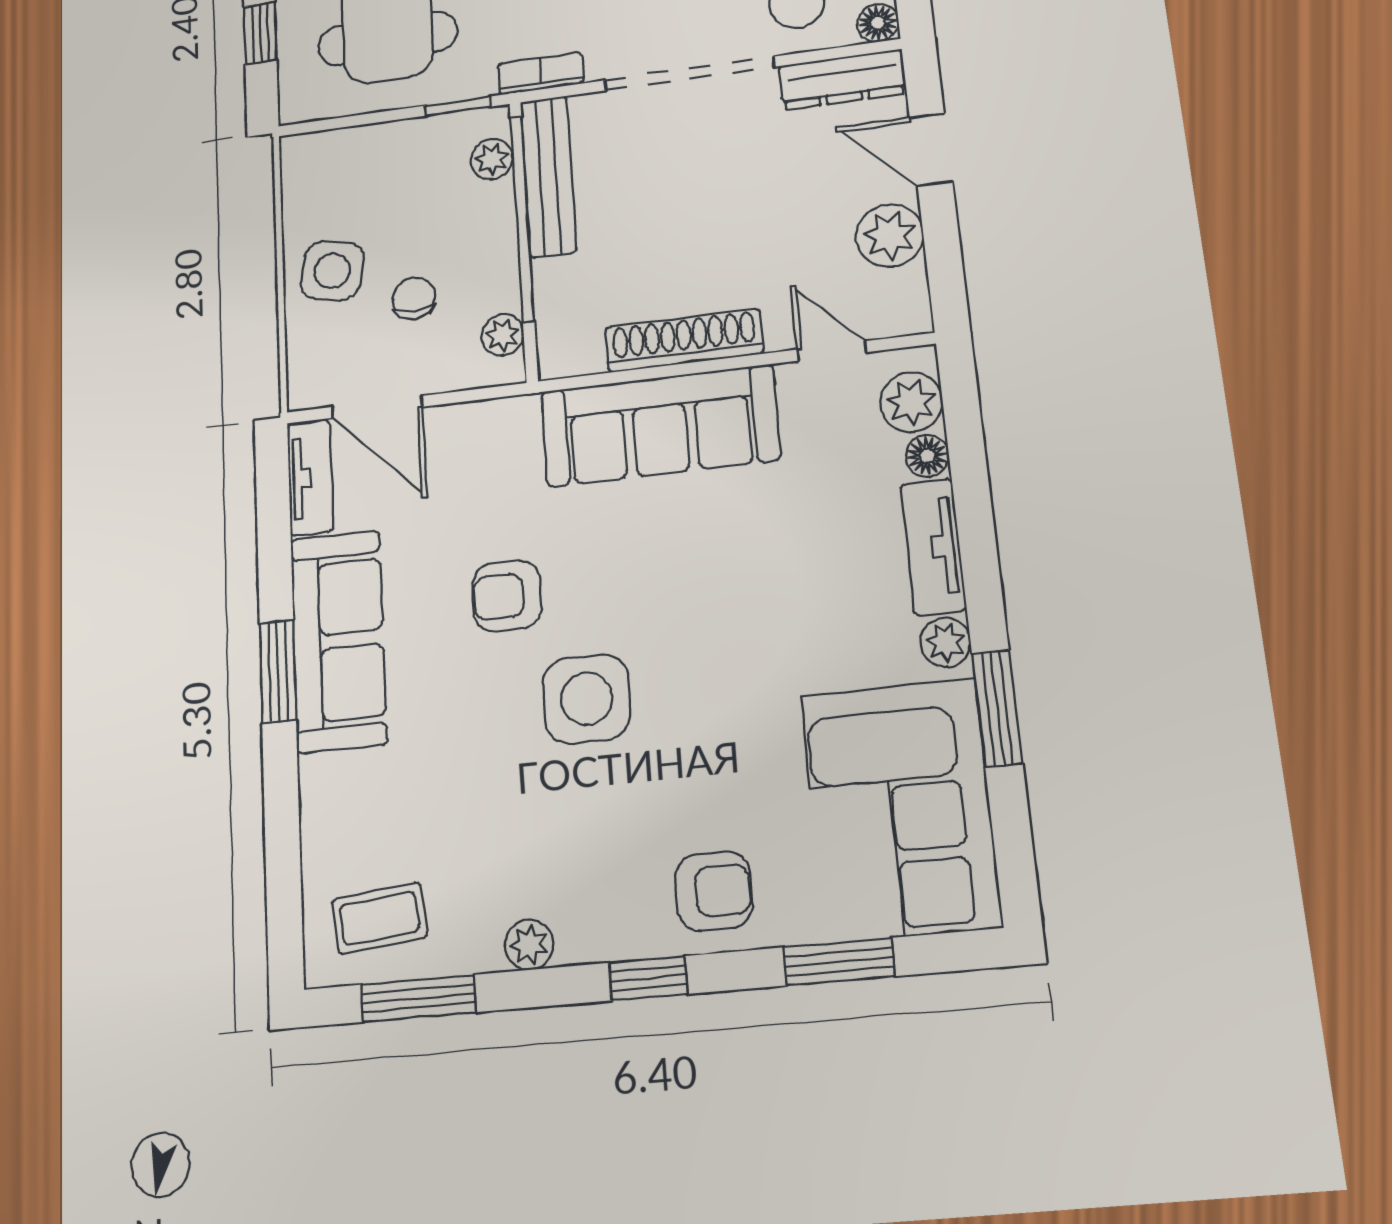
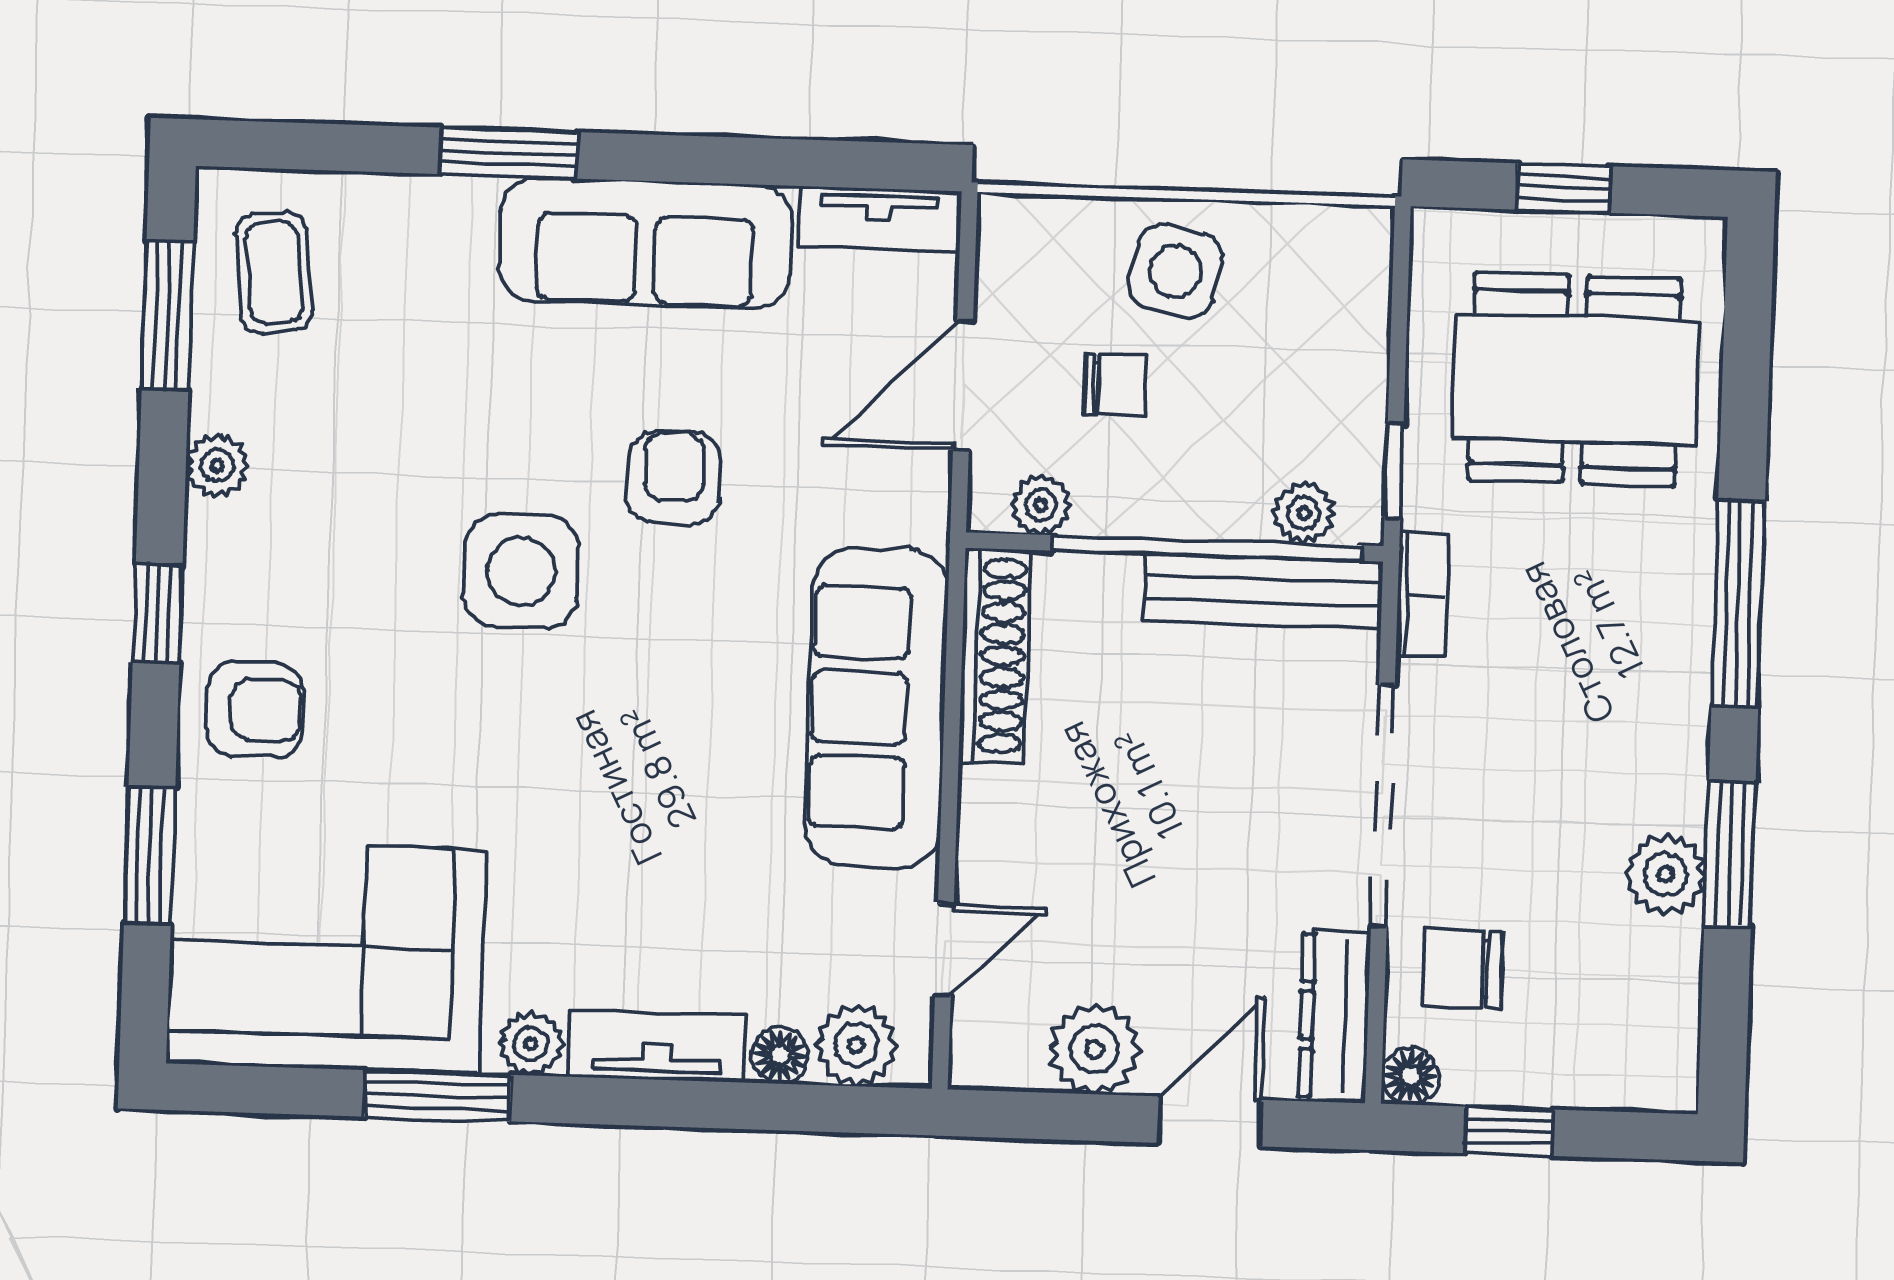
shoe rack: (684, 340) -> (995, 656), moved
door: (377, 407) -> (963, 385), moved
window: (278, 671) -> (509, 153), moved
armchair: (714, 891) -> (255, 710), turned -90

